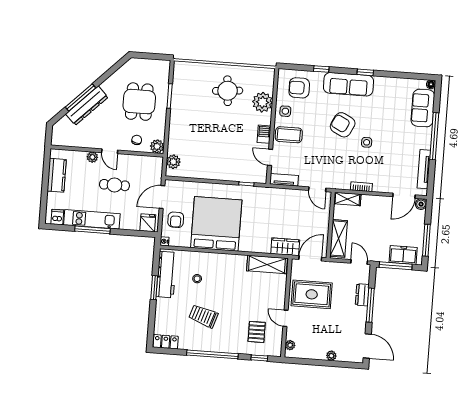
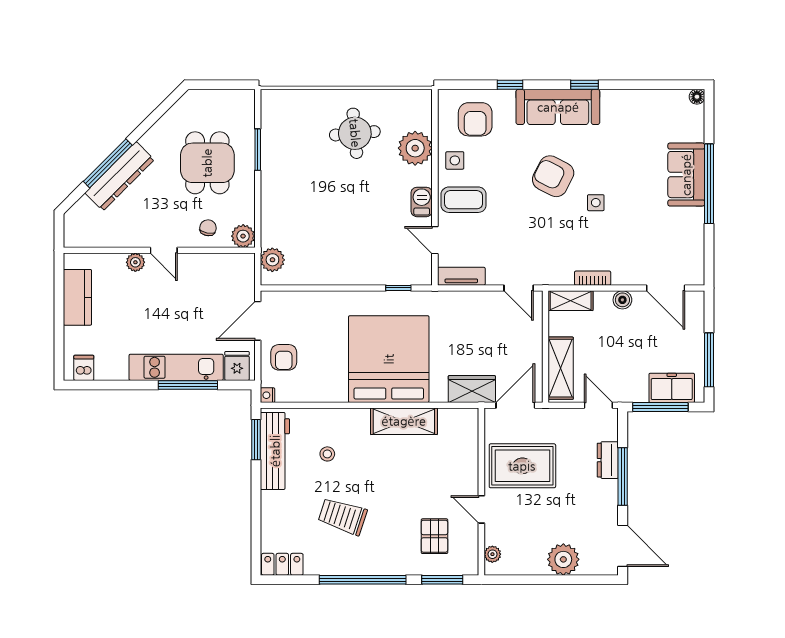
armchair: (299, 88) -> (475, 119), turned -90
sofa: (423, 108) -> (686, 175), moved
tv unit: (424, 169) -> (696, 241), removed
cafe table: (114, 185) -> (176, 307), removed
door: (404, 196) -> (666, 288), hinge flipped
boiler: (421, 204) -> (622, 300), moved
kitchen unit: (92, 219) -> (176, 367), moved
bed: (216, 224) -> (389, 359), moved
window: (92, 230) -> (188, 385), moved
shelving: (267, 265) -> (404, 421), moved
window: (154, 288) -> (256, 440), moved
plant: (331, 356) -> (563, 559), width x1.87, depth x1.87
window: (259, 358) -> (442, 580), width x1.50

